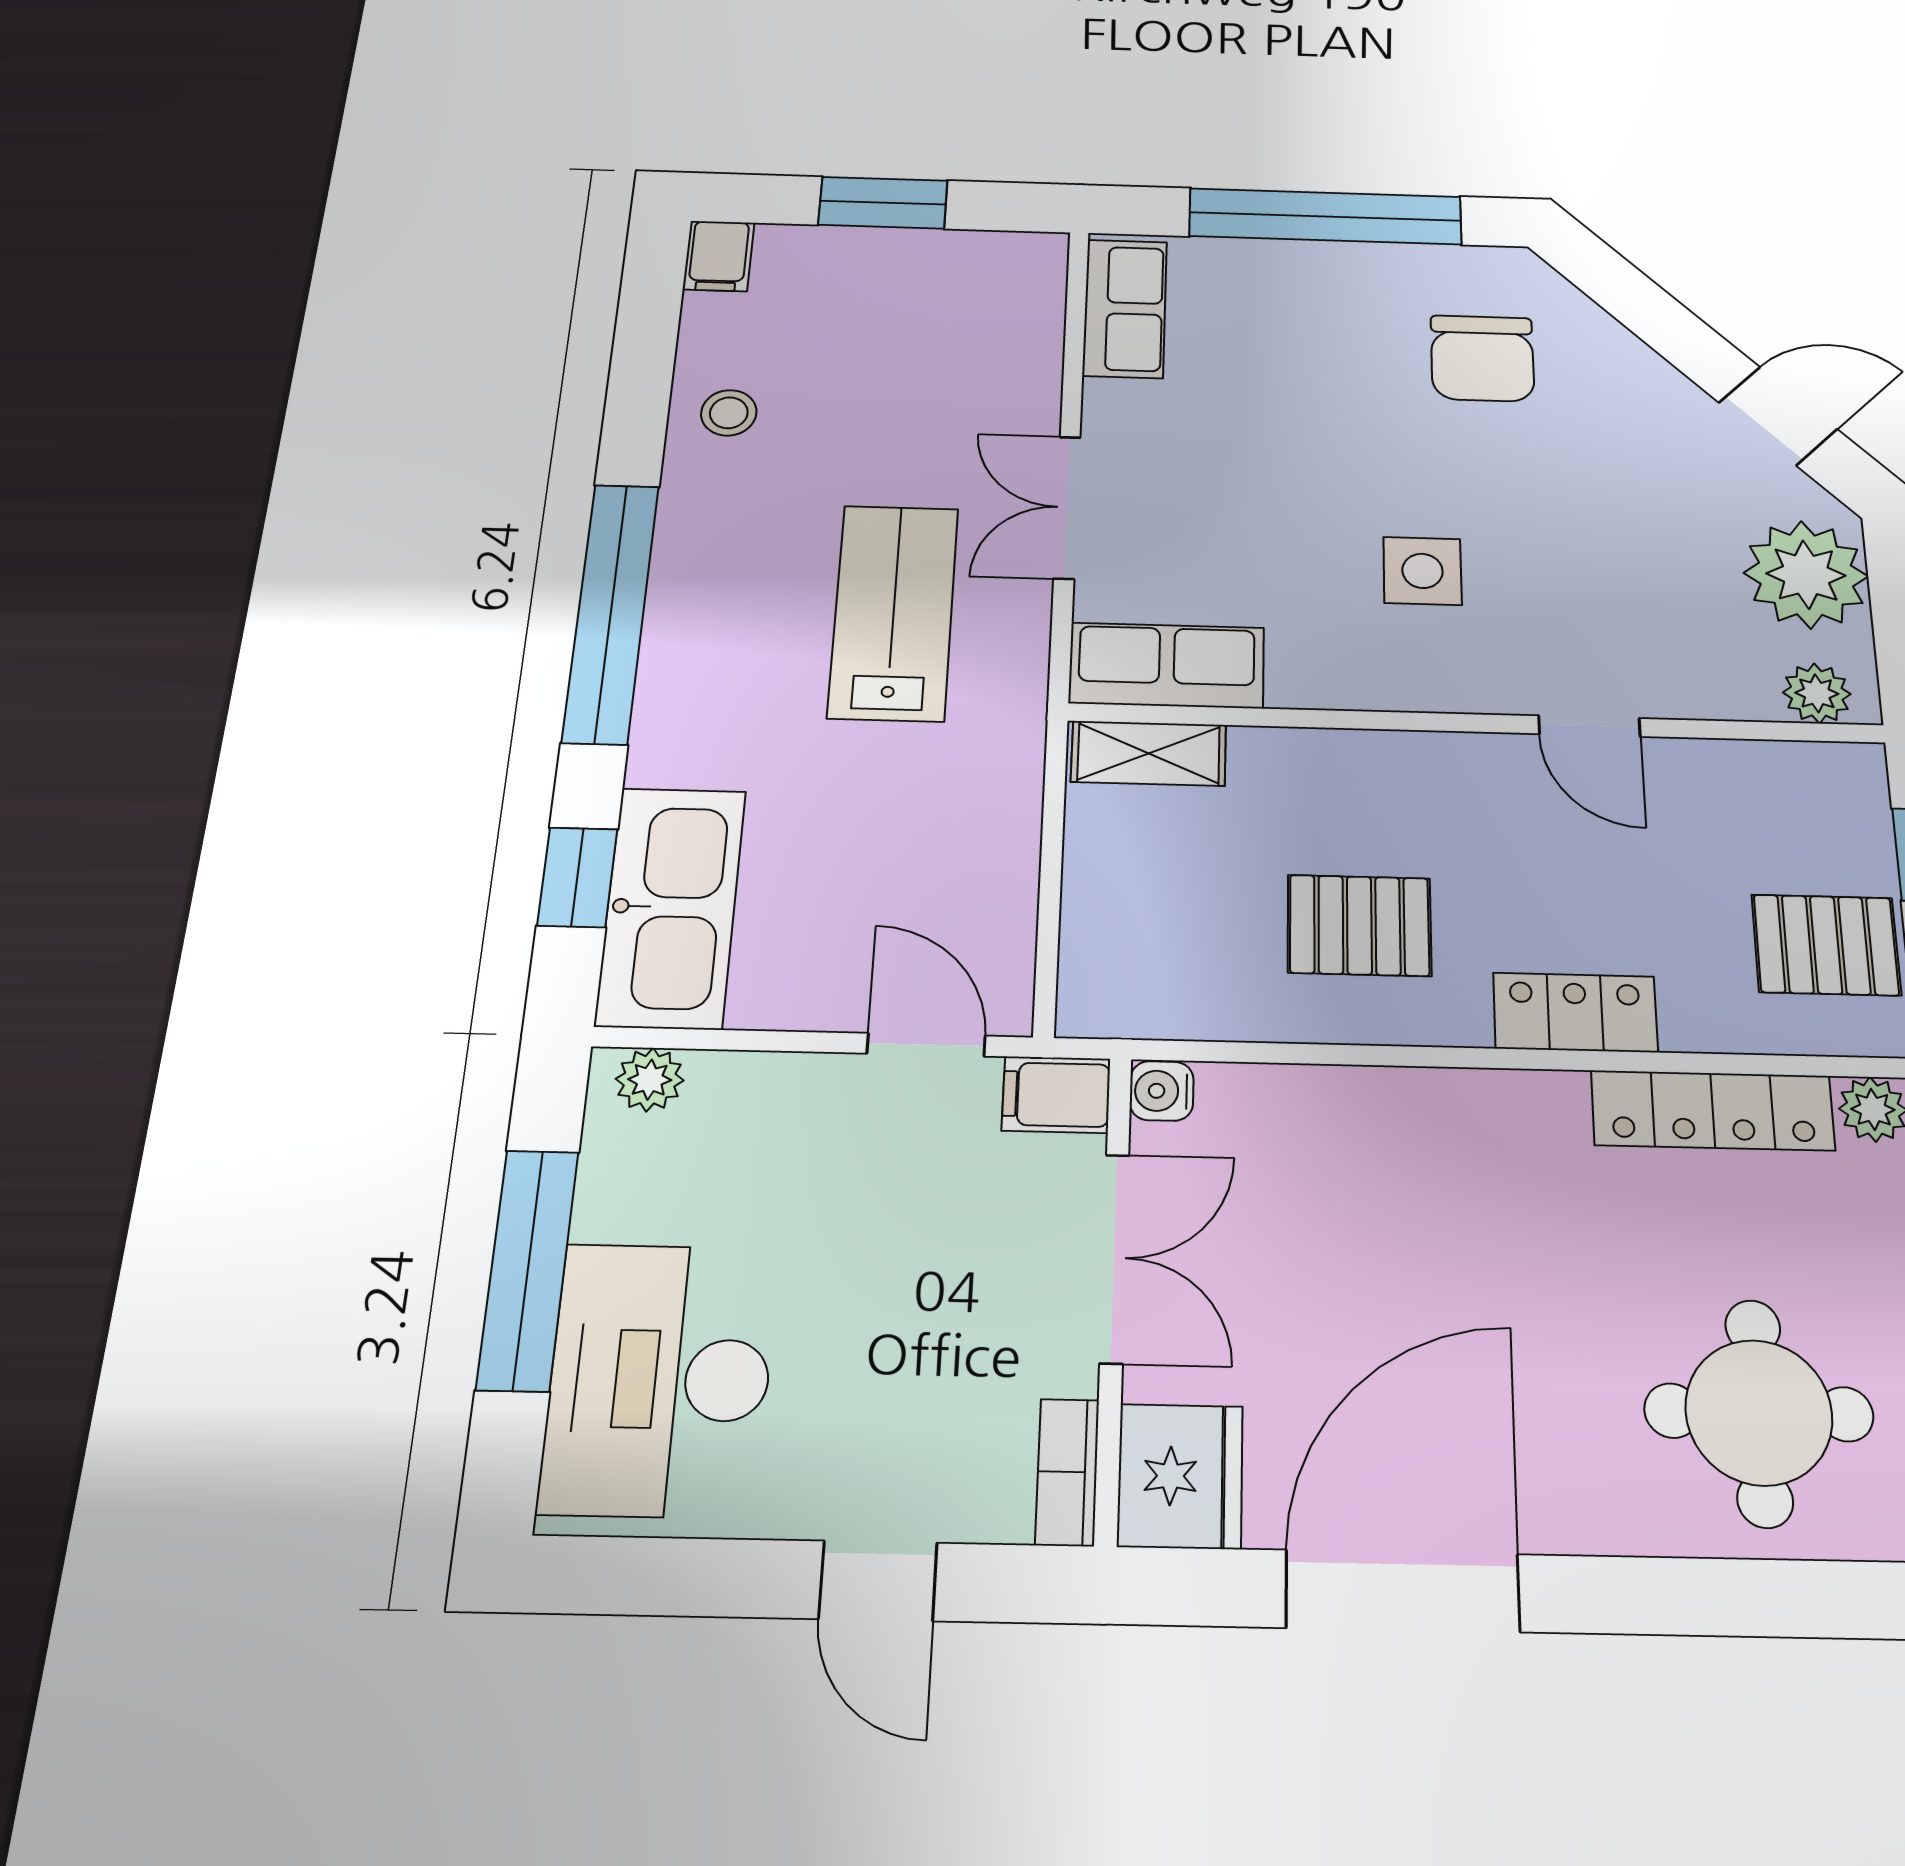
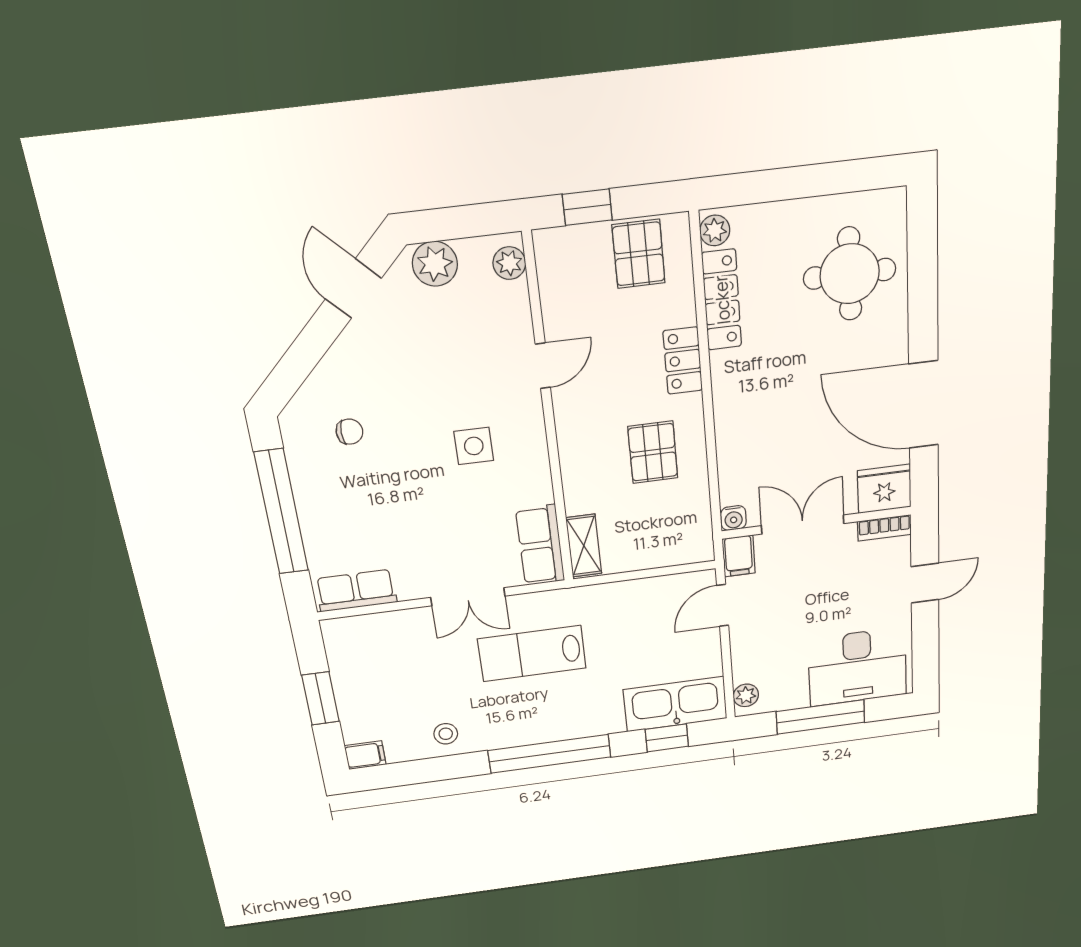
chair: (1482, 358) -> (349, 432), width x0.54, depth x0.54
plant: (1806, 575) -> (435, 264), width x0.73, depth x0.73

